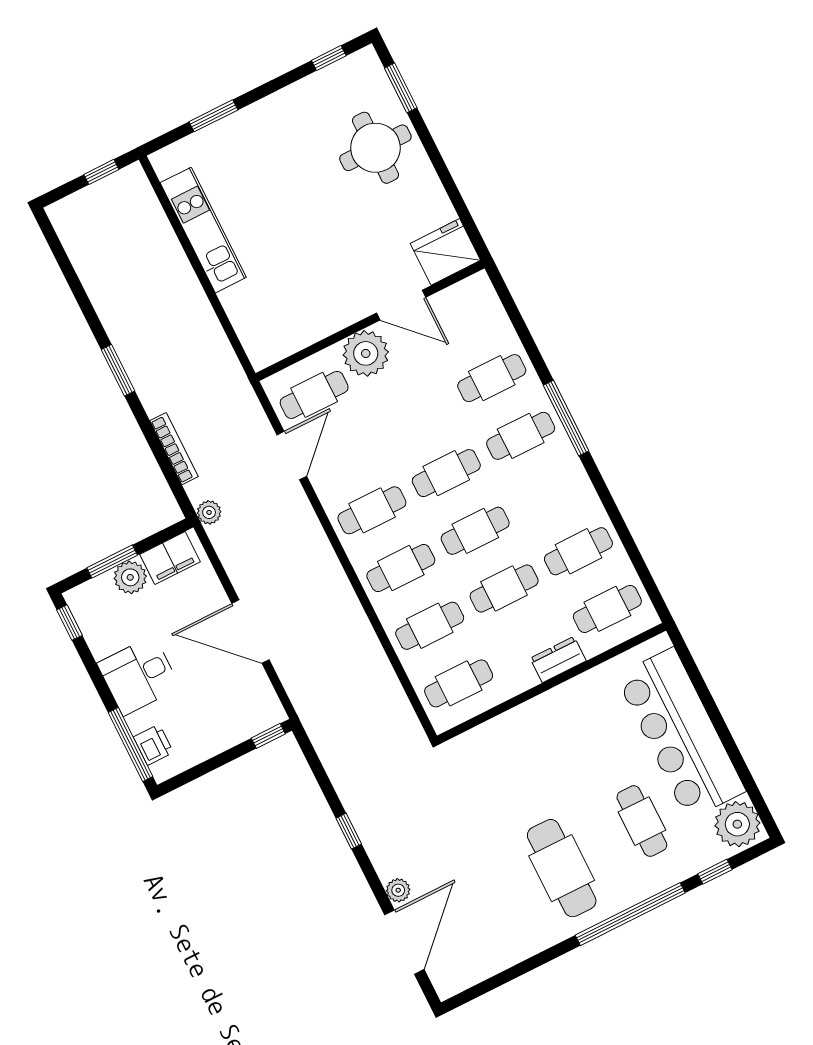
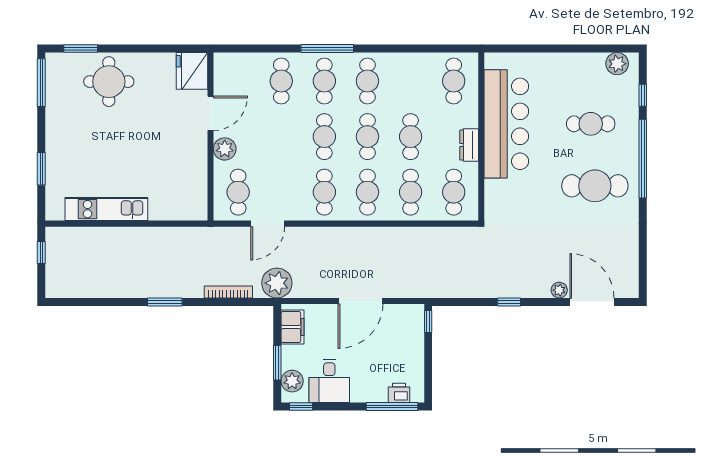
window: (329, 58) -> (41, 83), width x2.17
plant: (366, 353) -> (225, 149), width x0.73, depth x0.73
door: (292, 456) -> (268, 224), swing flipped
plant: (209, 512) -> (277, 283), width x1.88, depth x1.88
cafe table: (578, 551) -> (367, 81), moved
plant: (130, 577) -> (292, 381), moved
dresser: (558, 659) -> (469, 145), moved
desk: (139, 675) -> (329, 381), moved
bar counter: (681, 734) -> (506, 124), moved, turned -90
plant: (737, 824) -> (617, 64), width x0.73, depth x0.73

